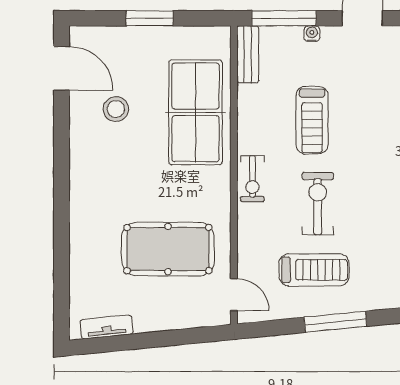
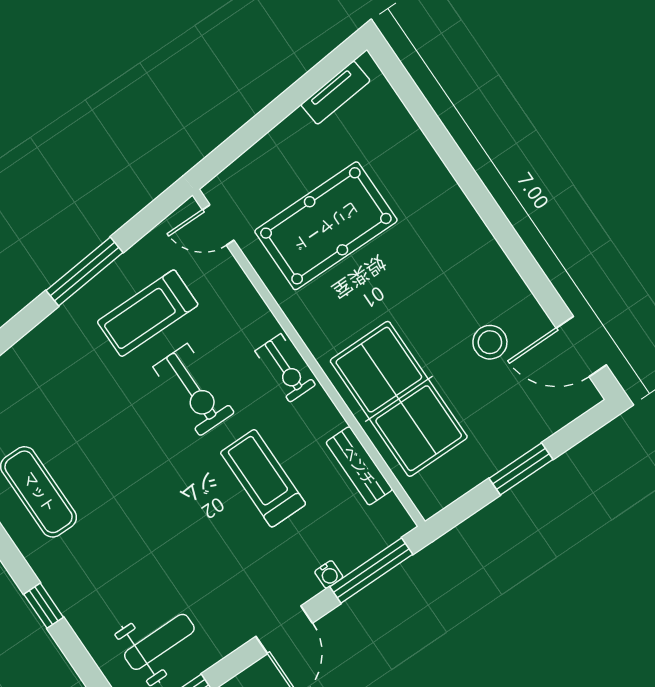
bench: (248, 54) -> (359, 466), moved
exercise bike: (252, 179) -> (285, 368), turned 180

